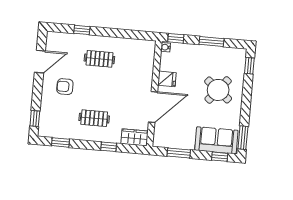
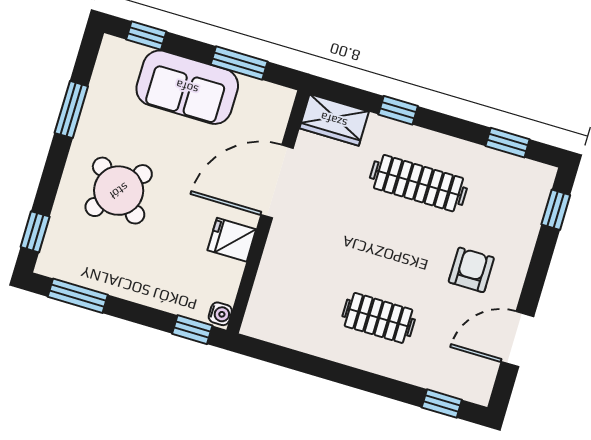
window: (82, 30) -> (442, 404), moved
window: (212, 42) -> (78, 296), moved
armchair: (65, 87) -> (471, 270), turned -90
clothes rail: (94, 118) -> (418, 183), width x1.36
window: (243, 138) -> (71, 110), moved
sofa: (216, 140) -> (187, 87), moved

